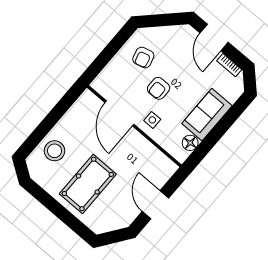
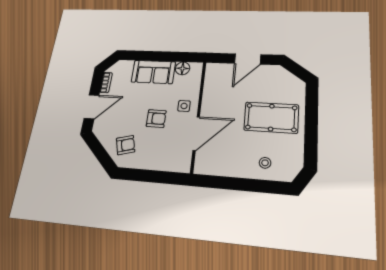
armchair: (143, 58) -> (126, 145), moved
stool: (55, 151) -> (265, 163), width x0.53, depth x0.53

